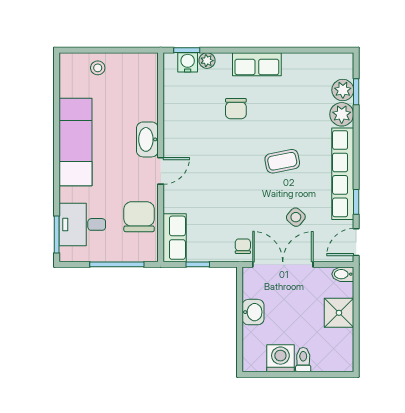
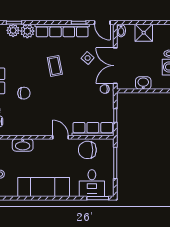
washbasin: (147, 139) -> (23, 145), moved
row of seats: (175, 238) -> (93, 129), width x1.48

